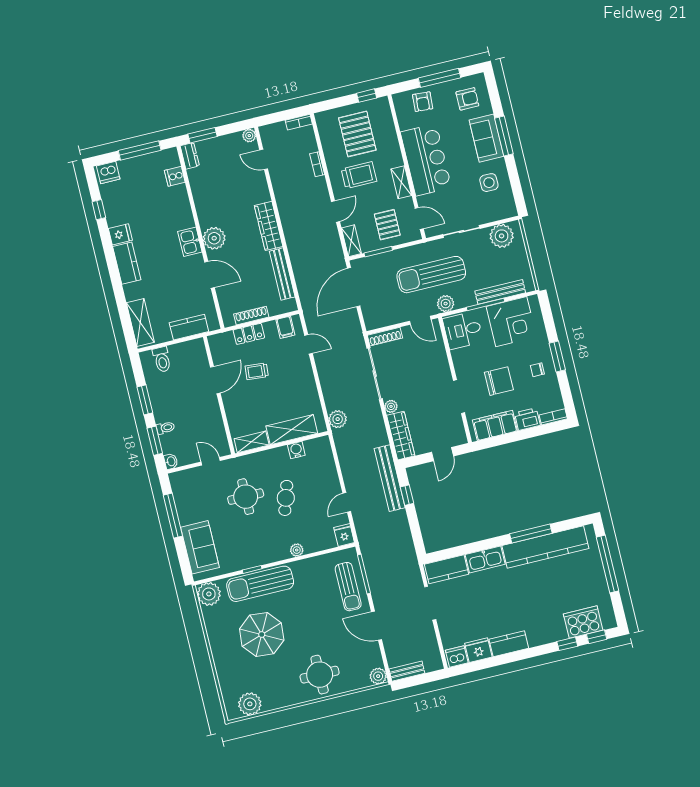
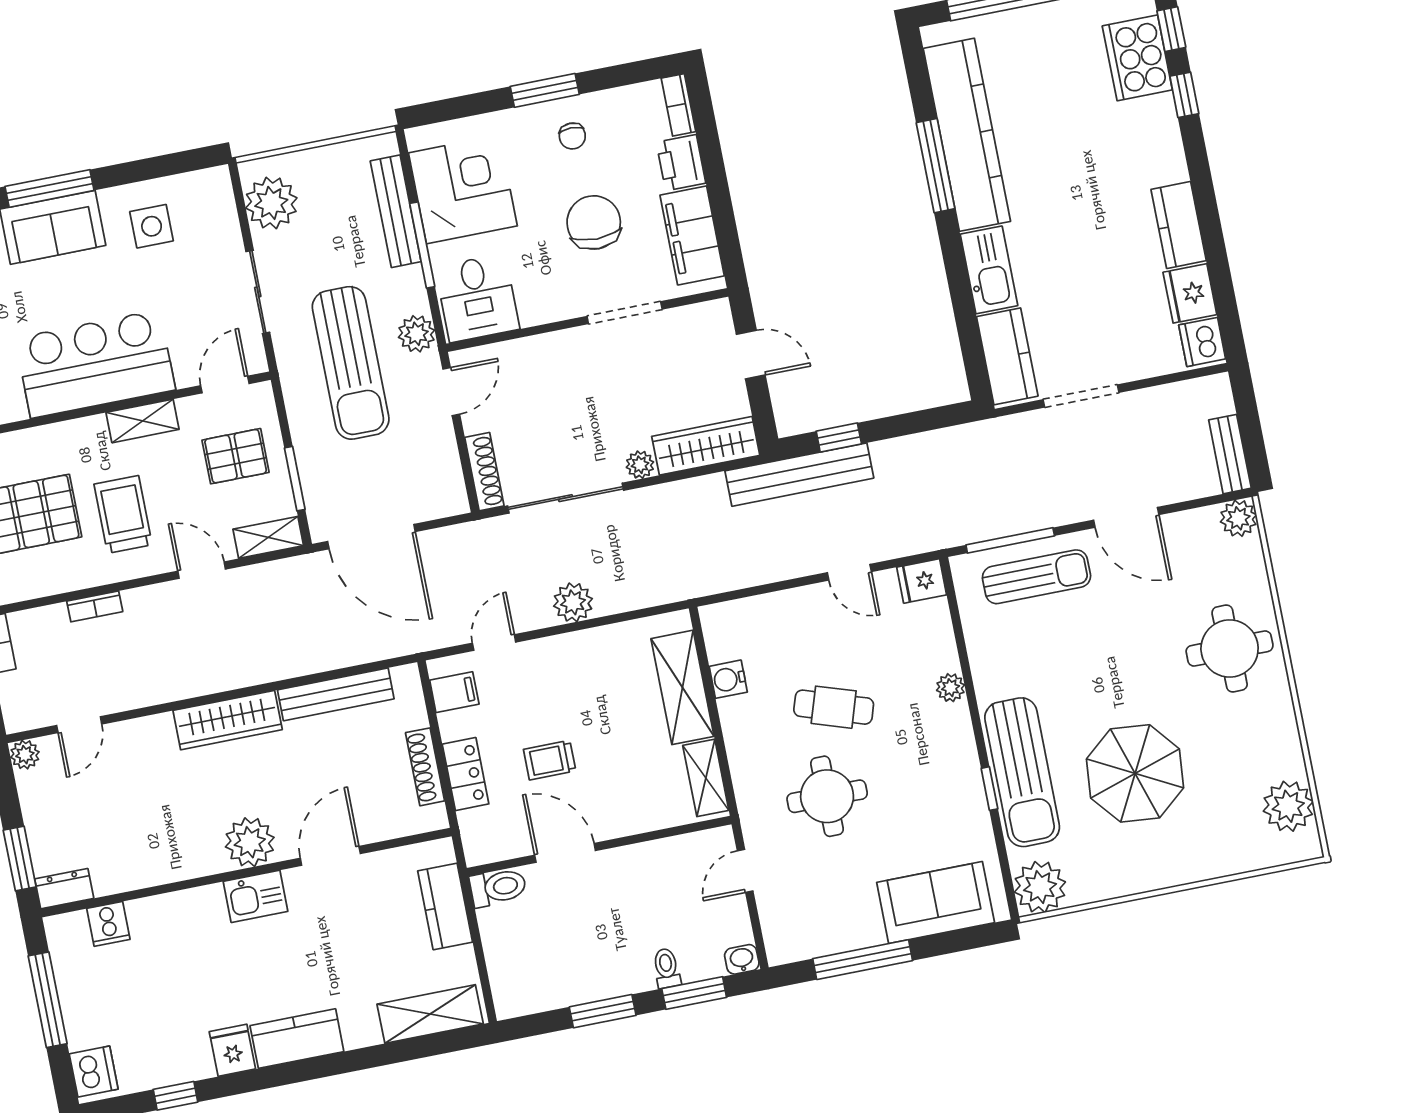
toilet: (162, 359) -> (498, 887), moved
trolley: (257, 371) -> (550, 760), turned 85
plant: (338, 419) -> (573, 602), moved
door: (377, 626) -> (1126, 517), hinge flipped

